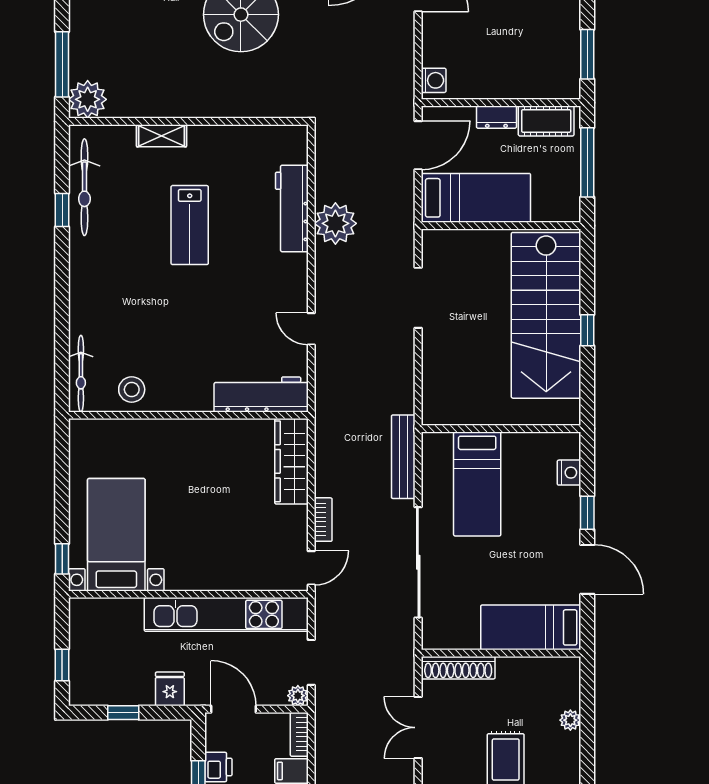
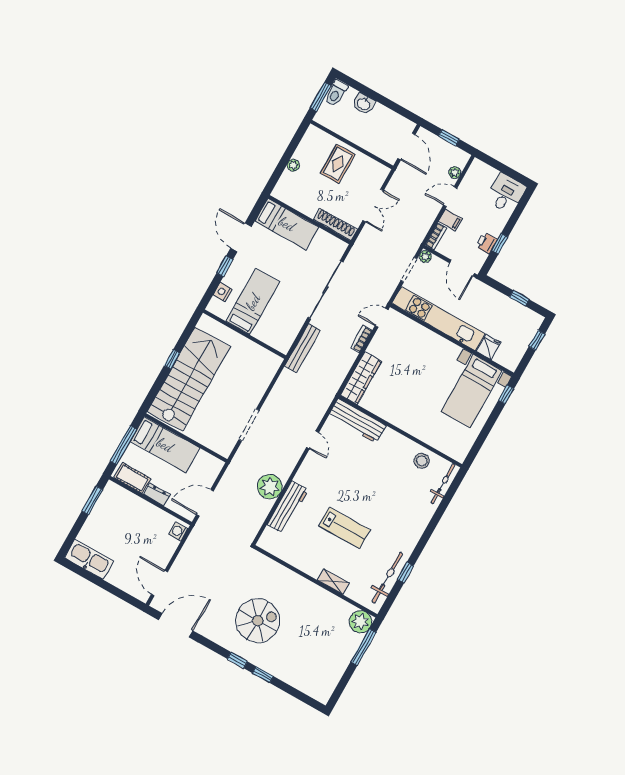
bed: (476, 198) -> (165, 445), moved, turned 180
lab bench: (190, 225) -> (345, 528), turned 90
bed: (477, 484) -> (253, 302), moved
fridge: (170, 689) -> (489, 347), moved, turned 180

